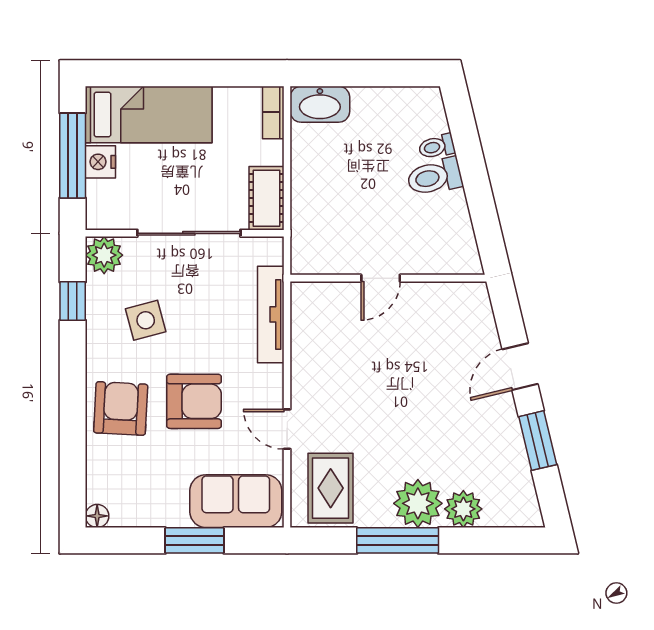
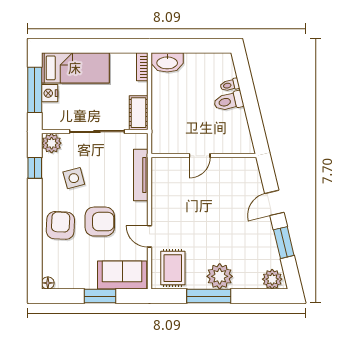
plant: (463, 509) -> (272, 279), moved

